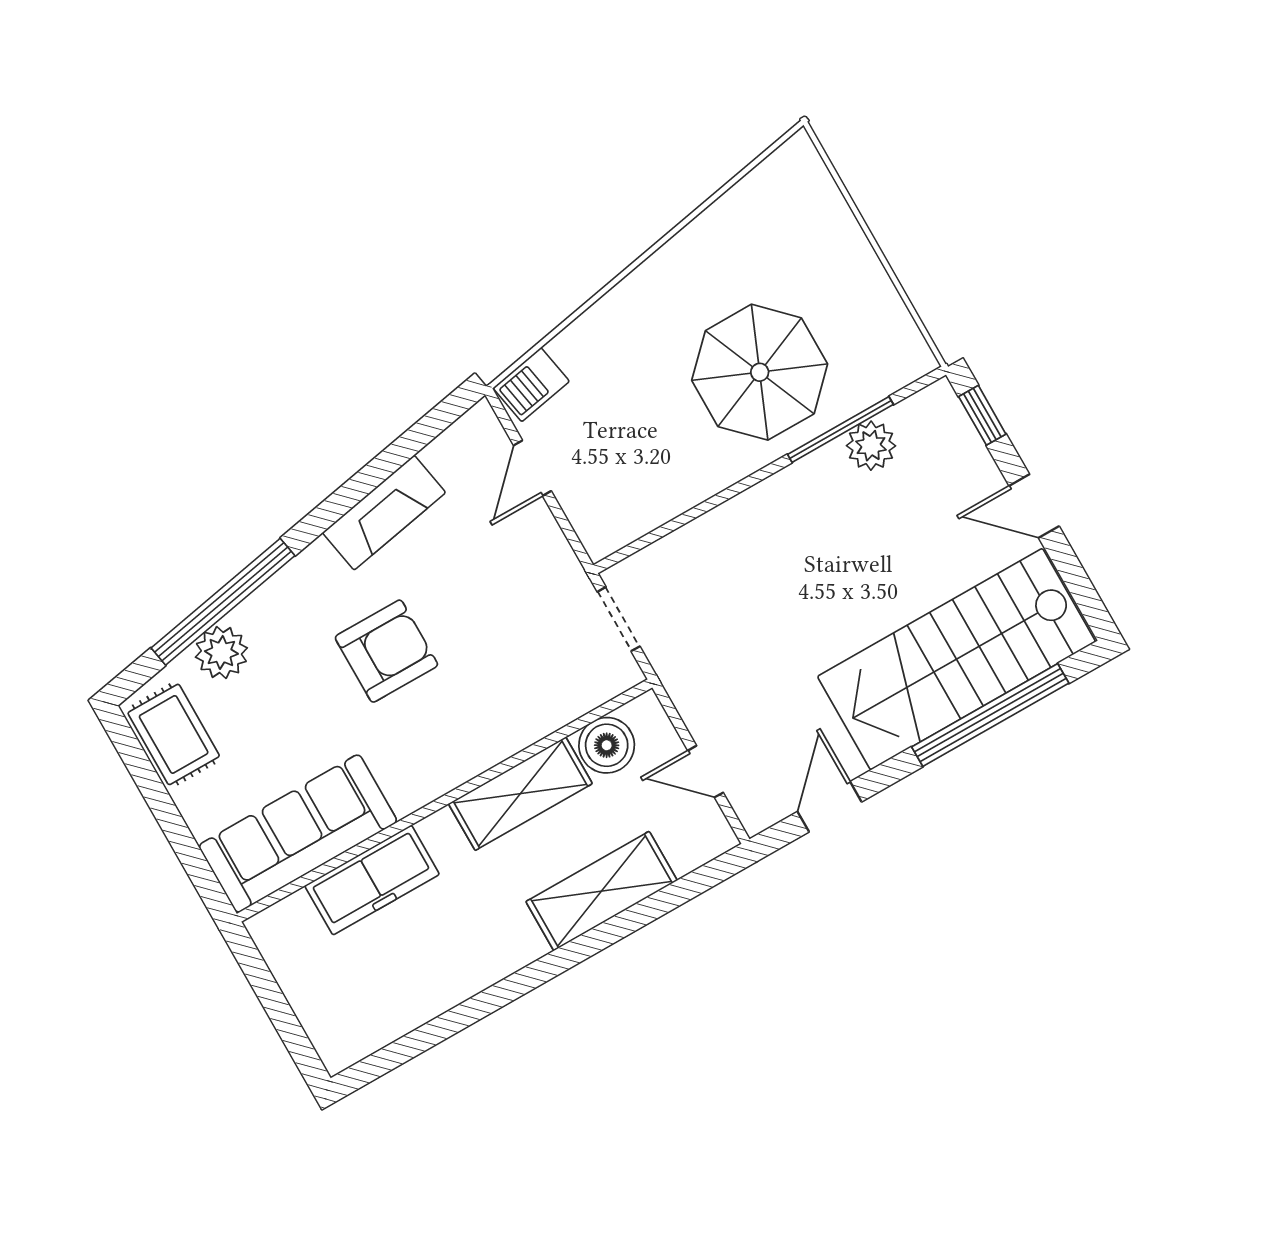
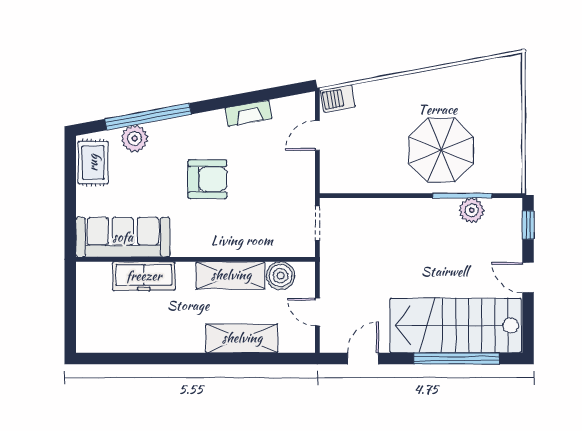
fireplace: (384, 513) -> (249, 113), width x0.73, depth x0.76

